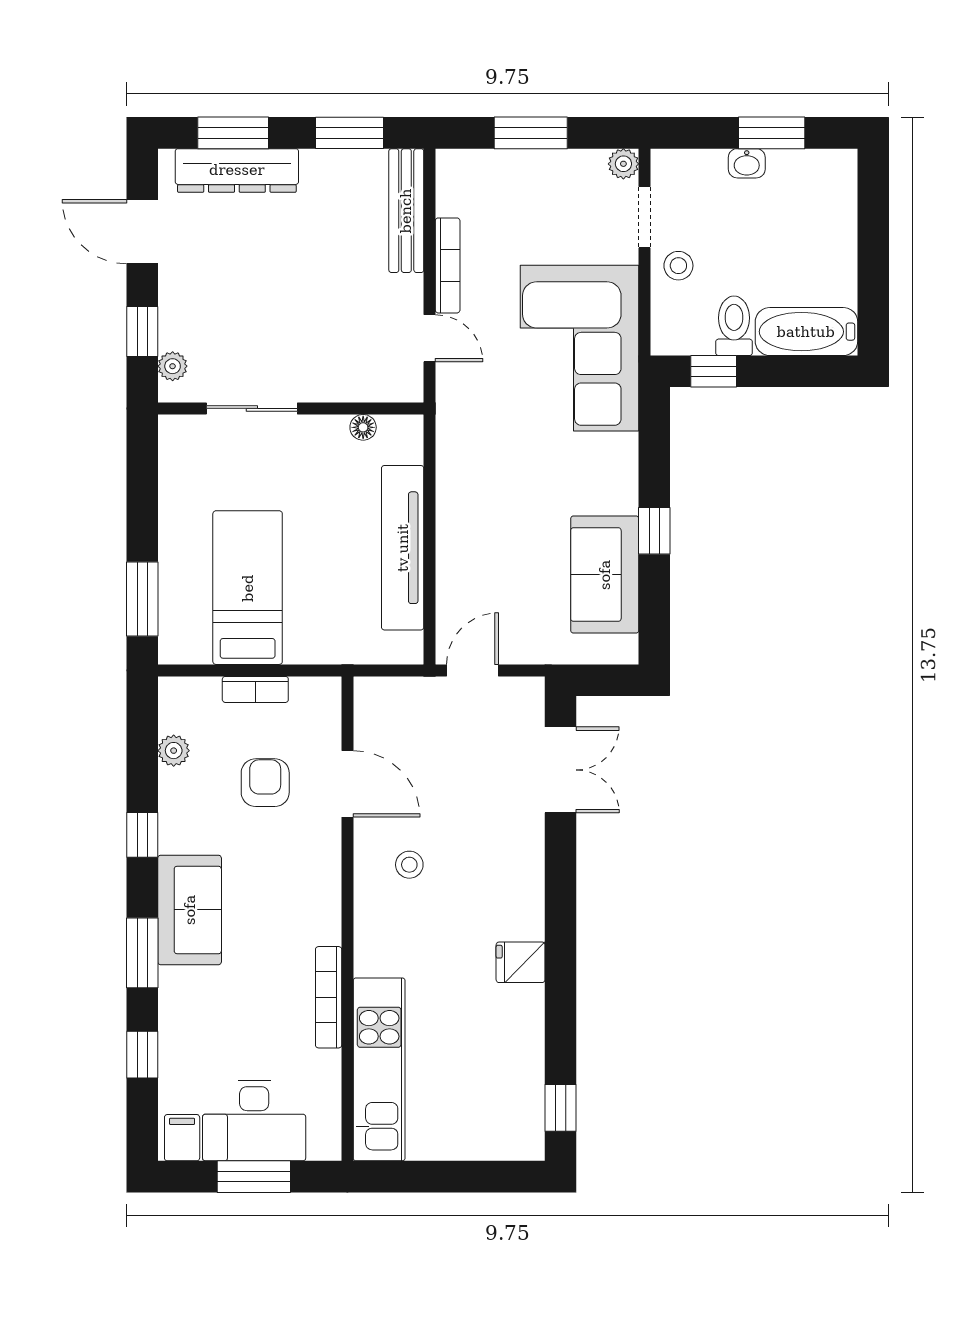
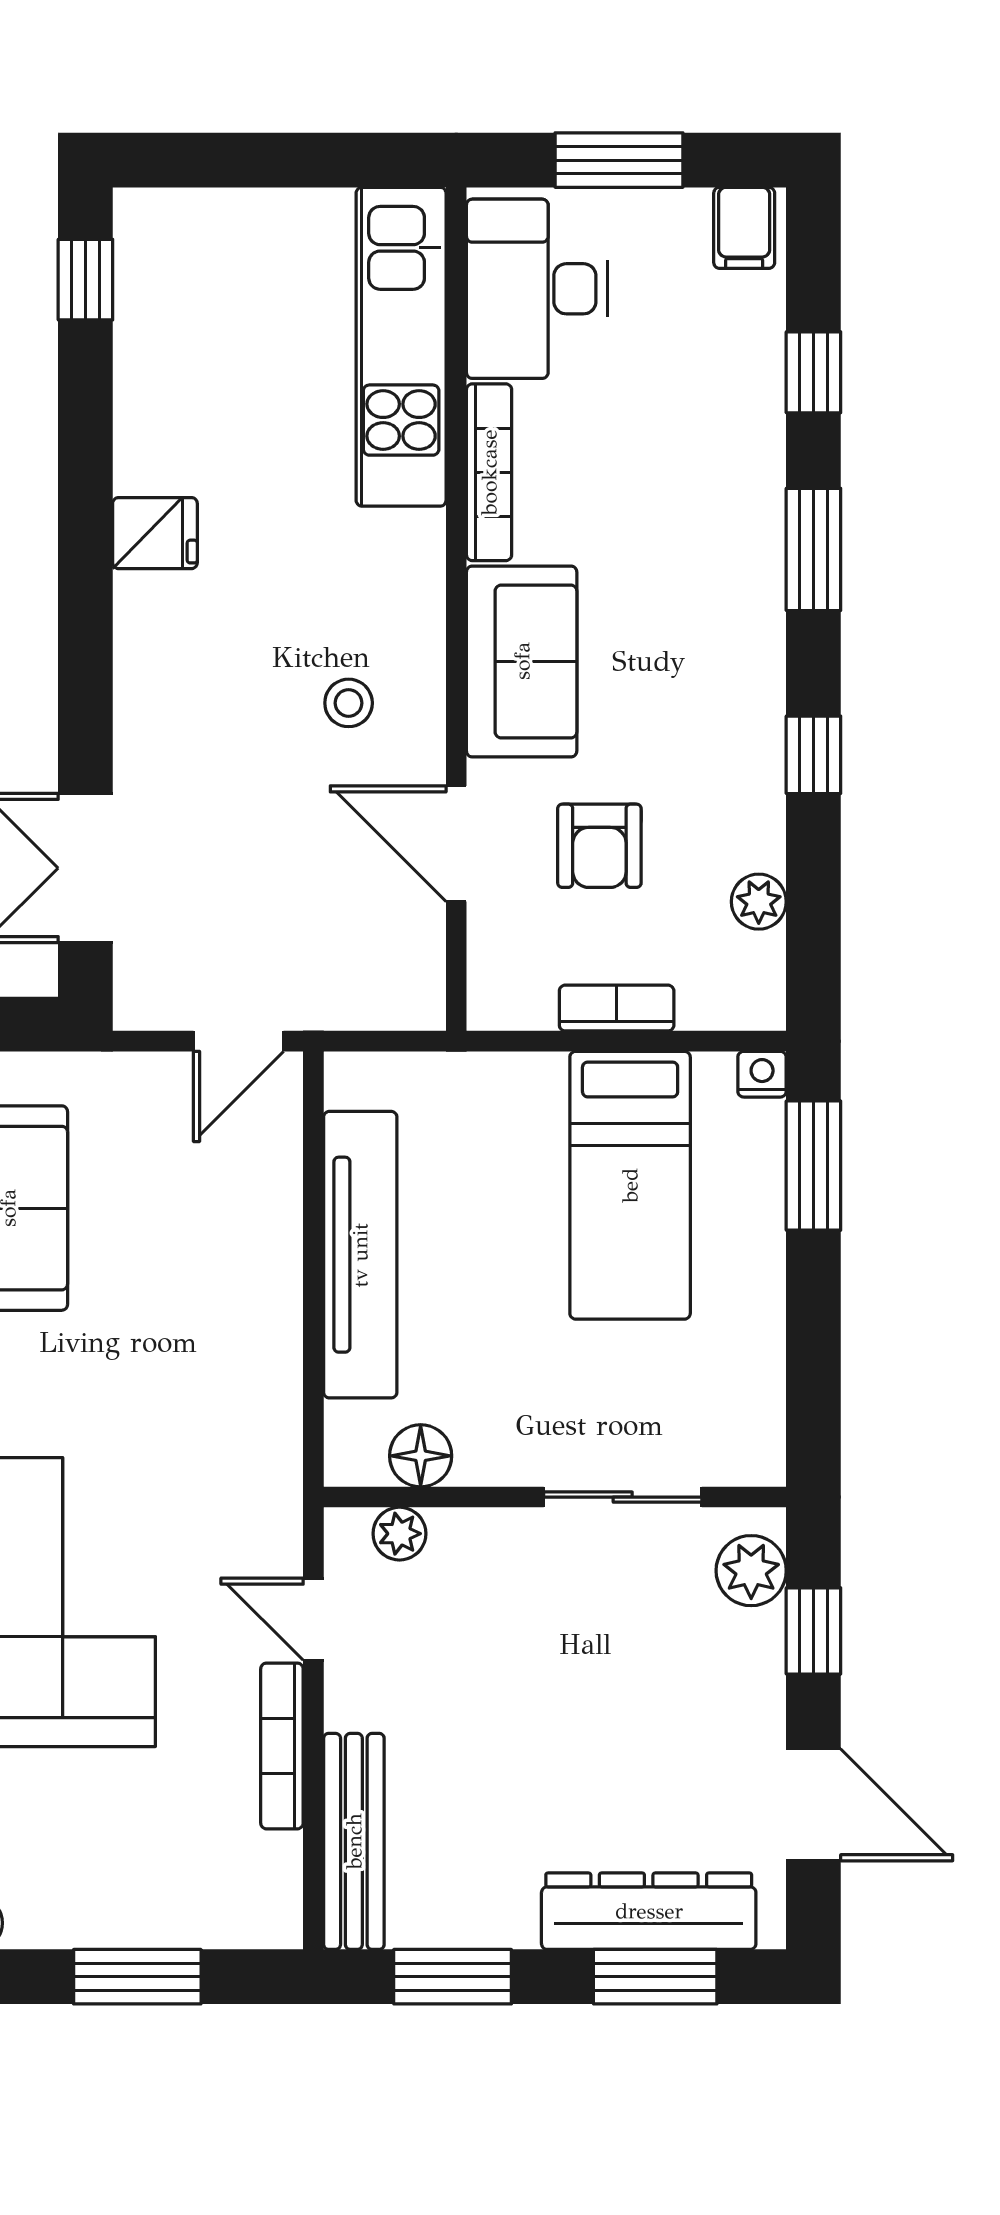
plant: (173, 366) -> (751, 1571), width x1.38, depth x1.38
plant: (380, 387) -> (399, 1534), added
floor lamp: (363, 427) -> (421, 1456), width x1.37, depth x1.37
nightstand: (172, 651) -> (762, 1074), added
sofa: (190, 910) -> (522, 661), moved, turned 180
desk: (254, 1121) -> (537, 289), moved, turned -90

